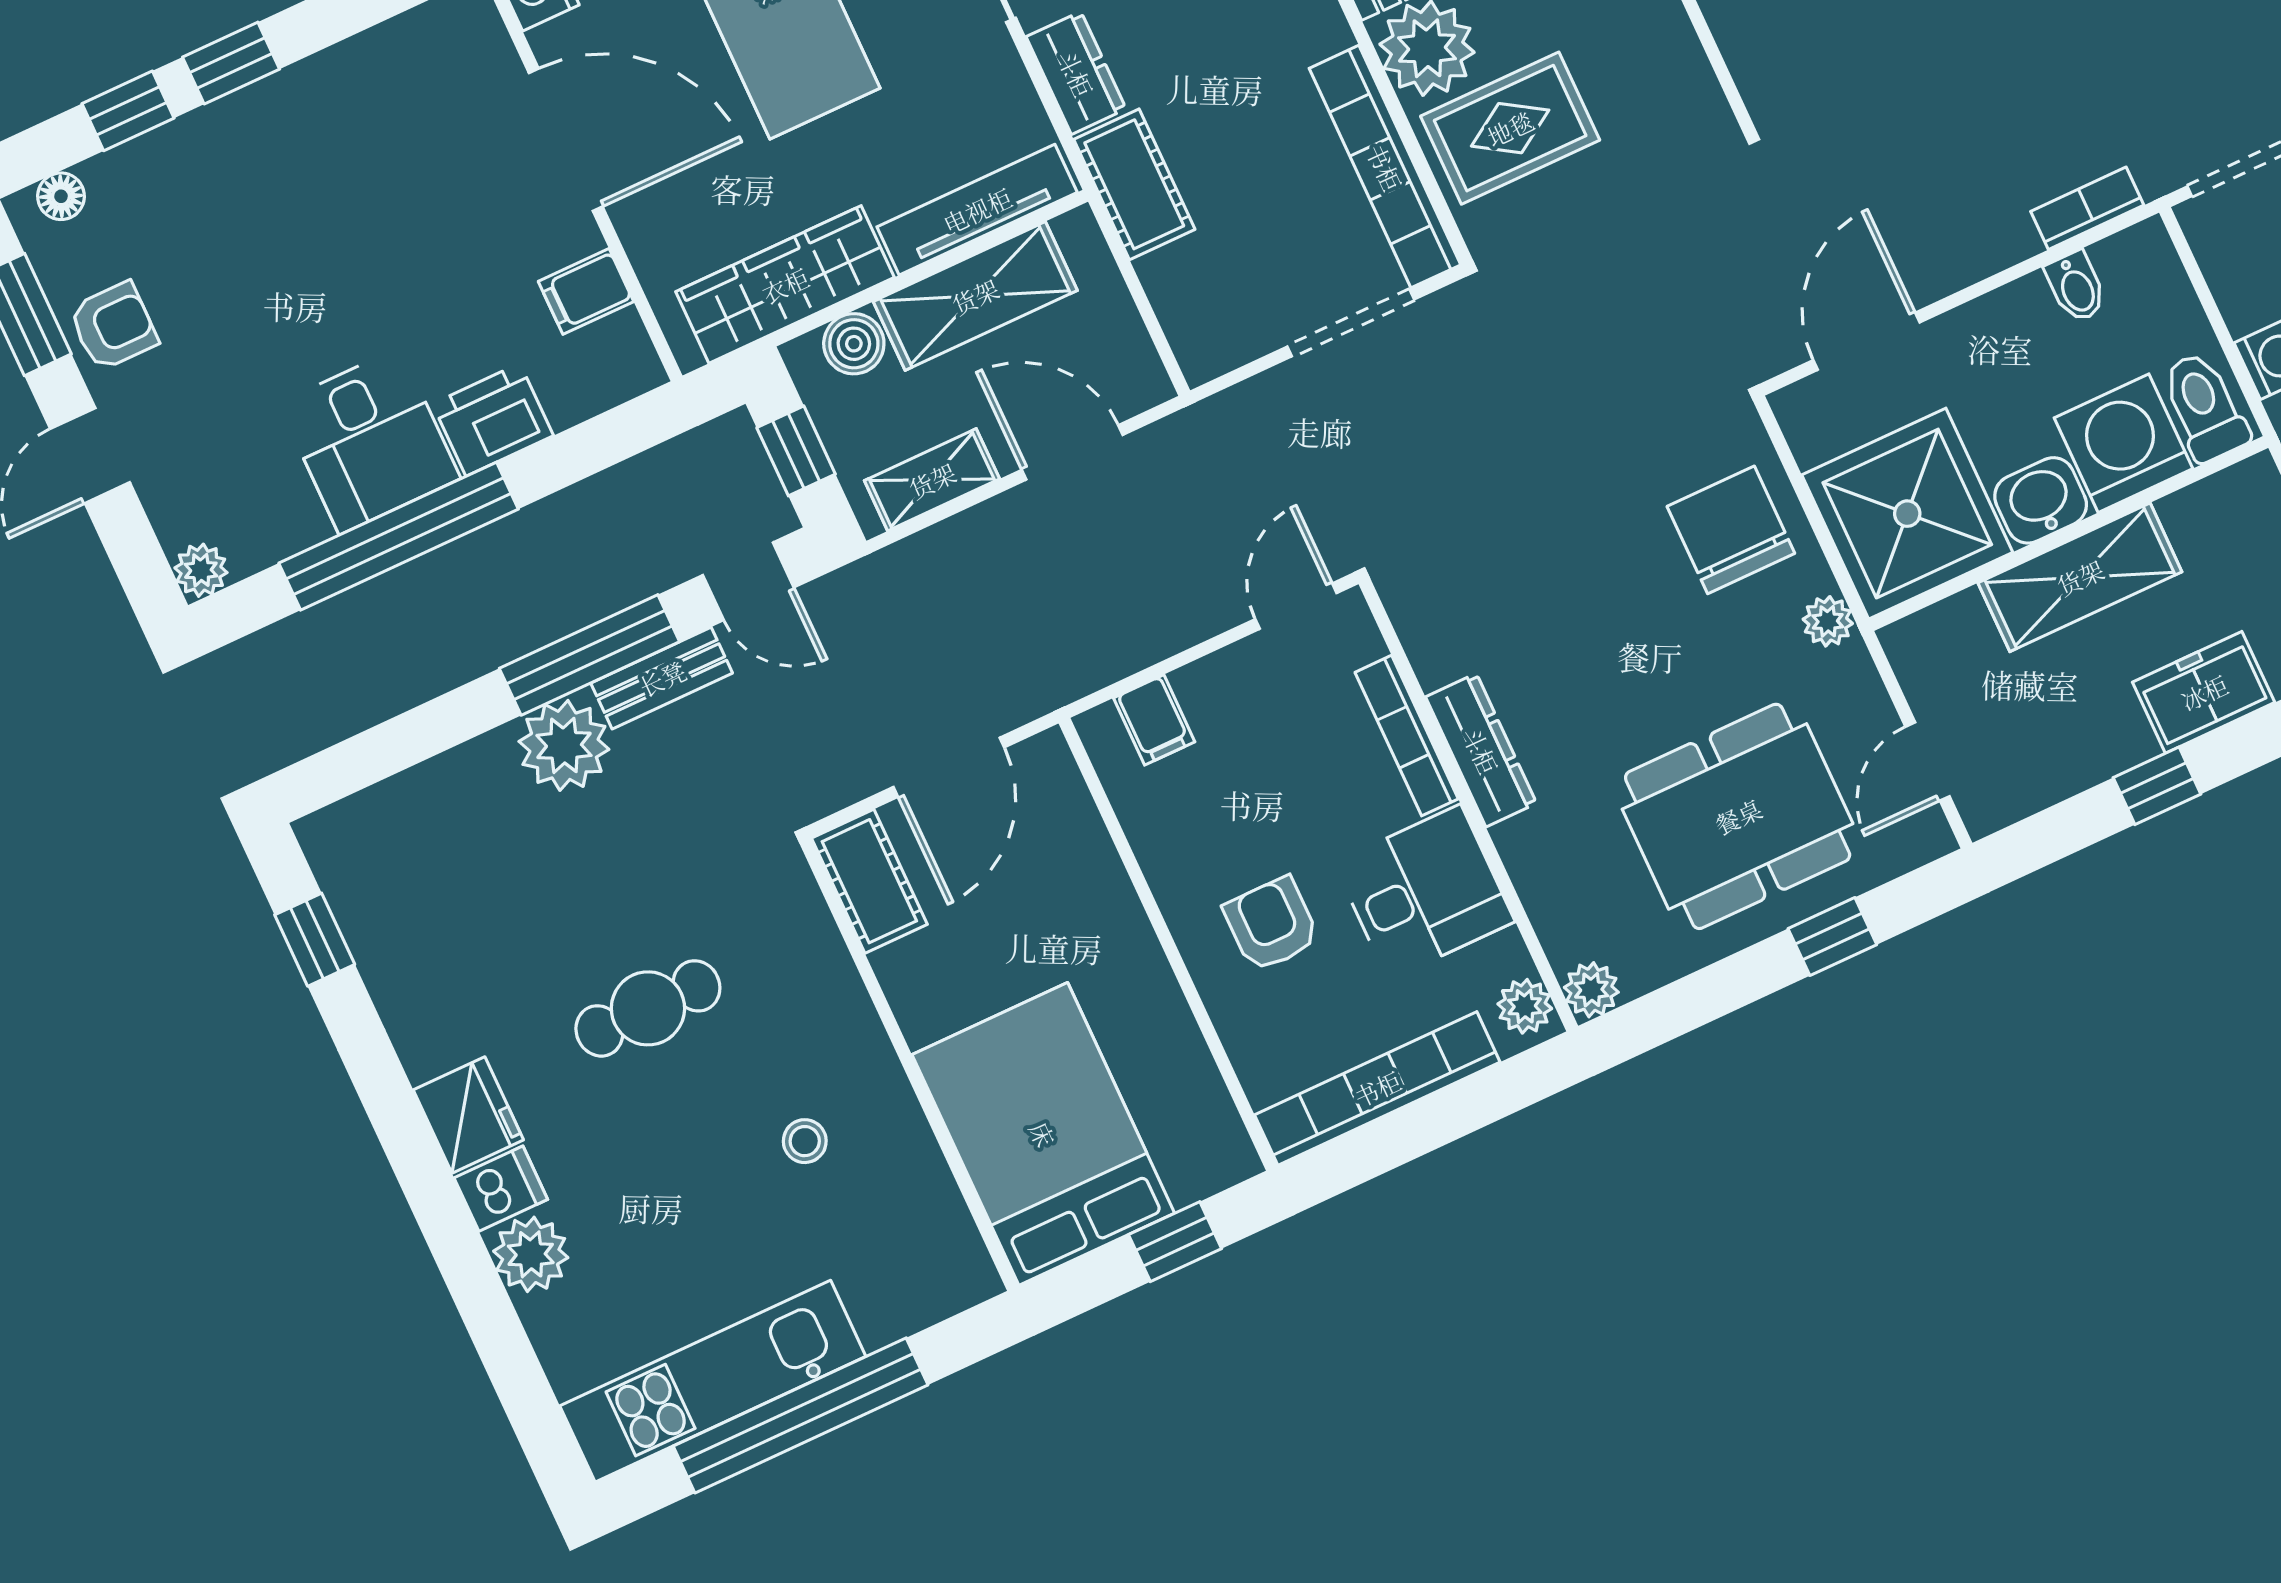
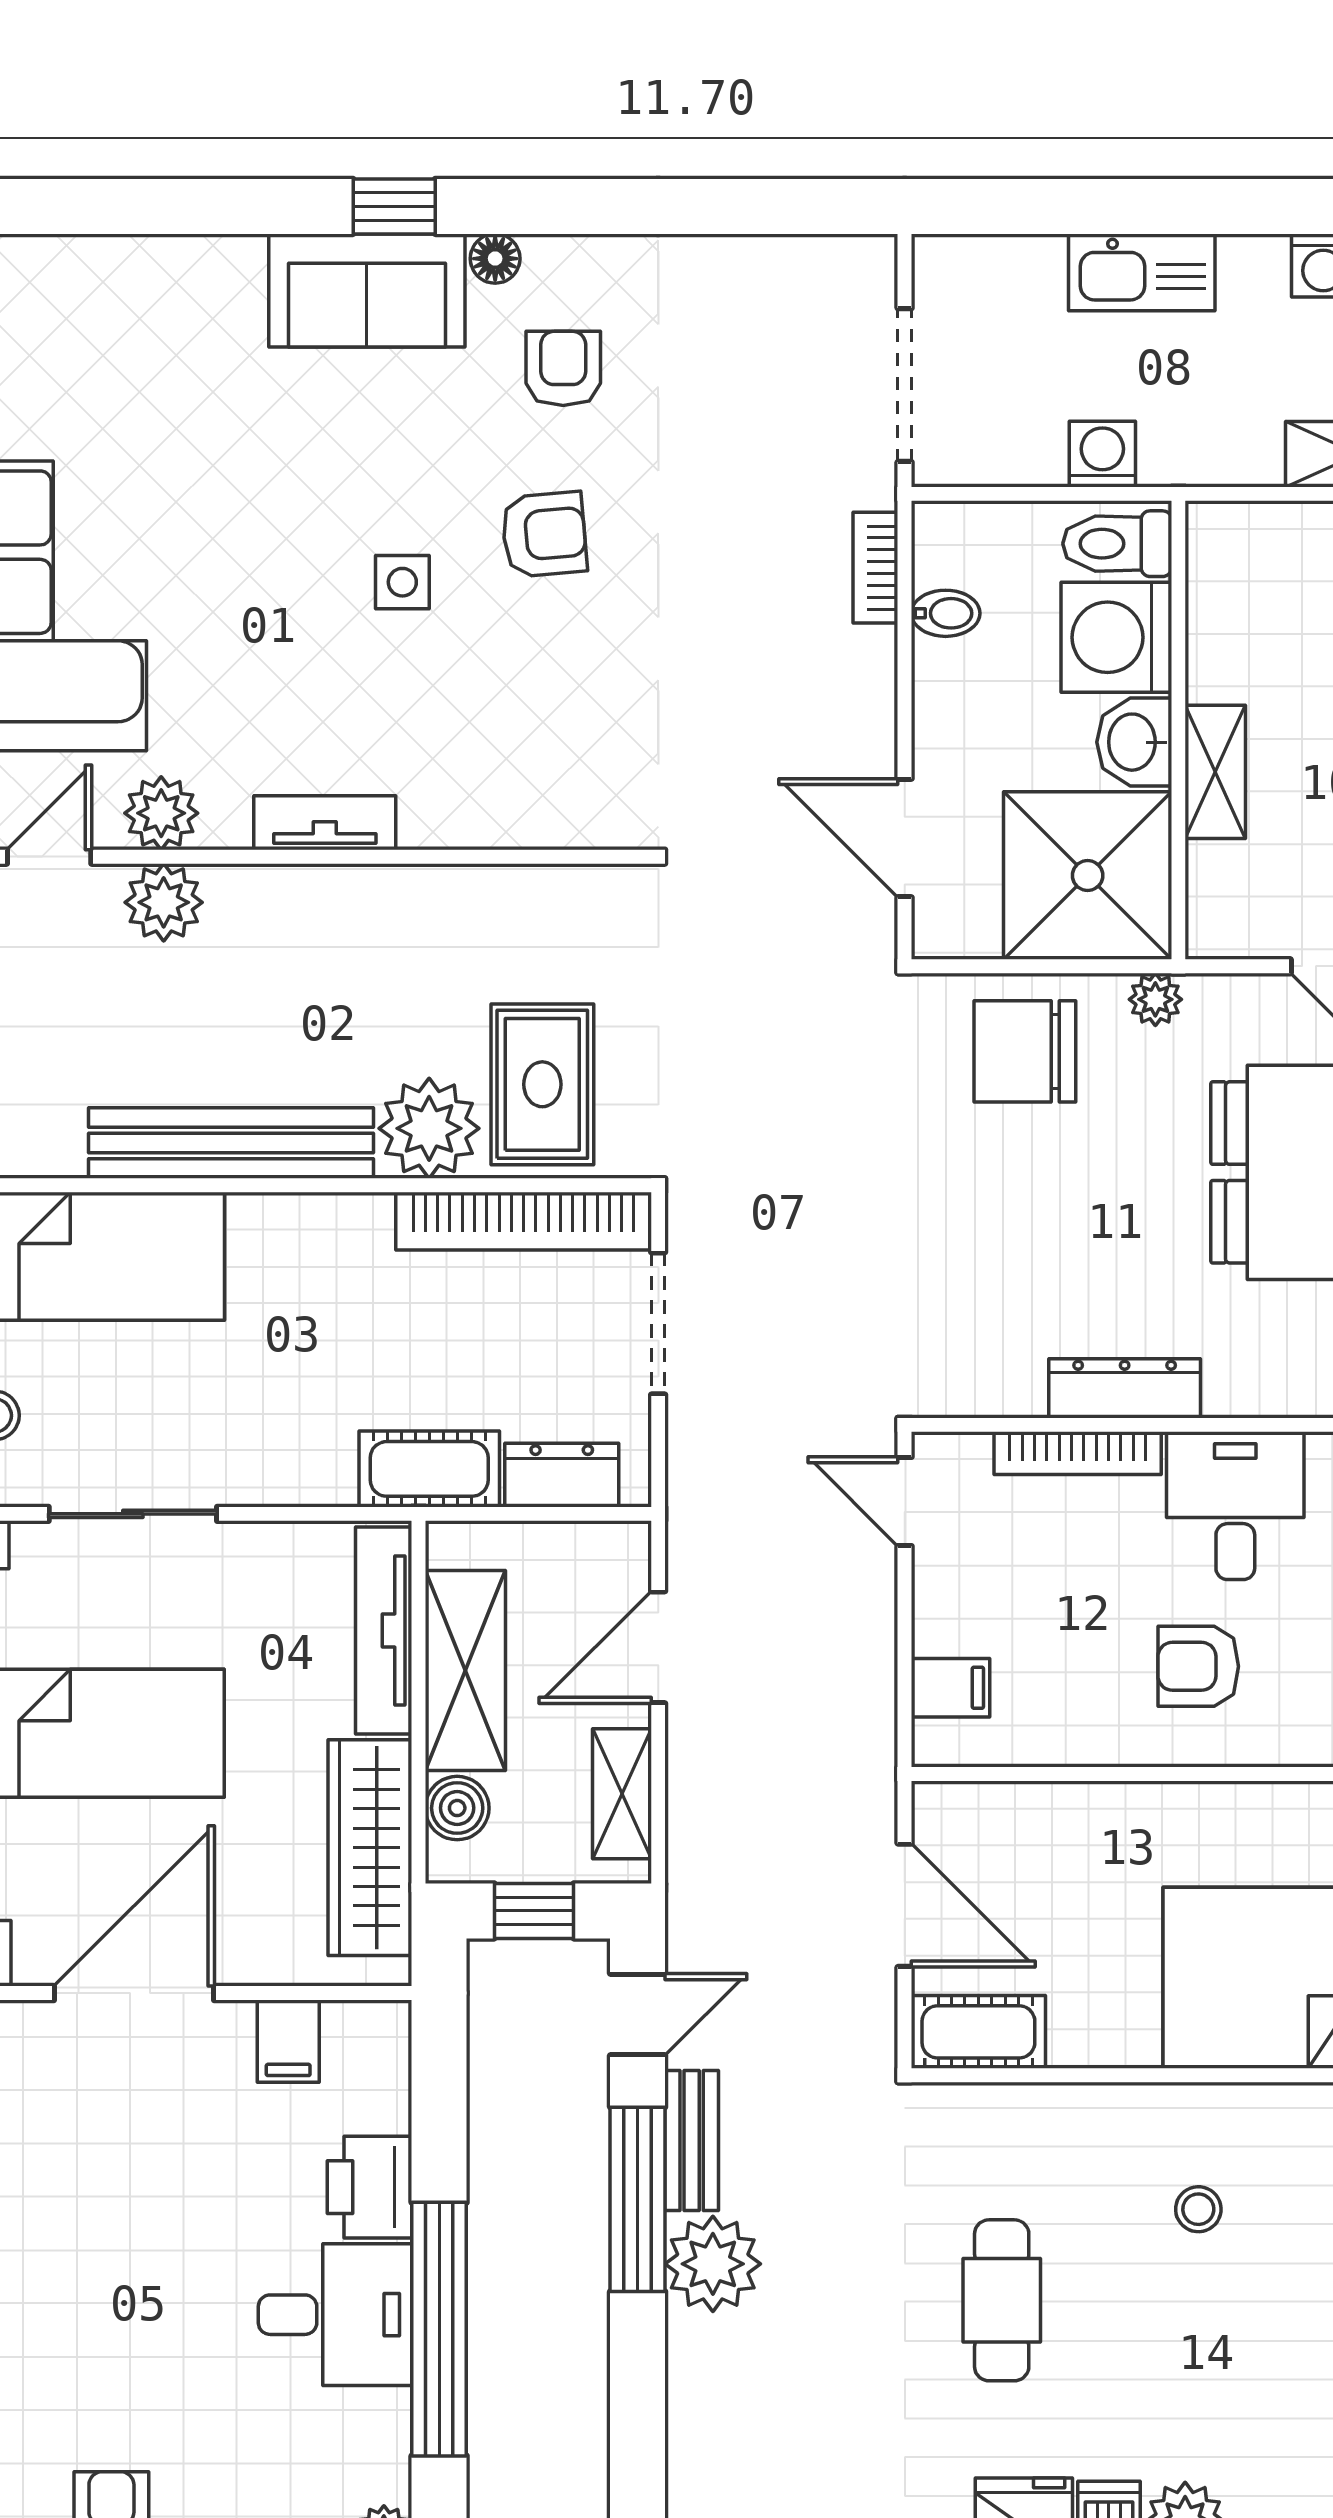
dresser: (1076, 73) -> (562, 1475), moved
shelving: (2080, 577) -> (1215, 772), width x0.67, depth x0.75

